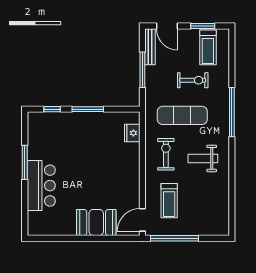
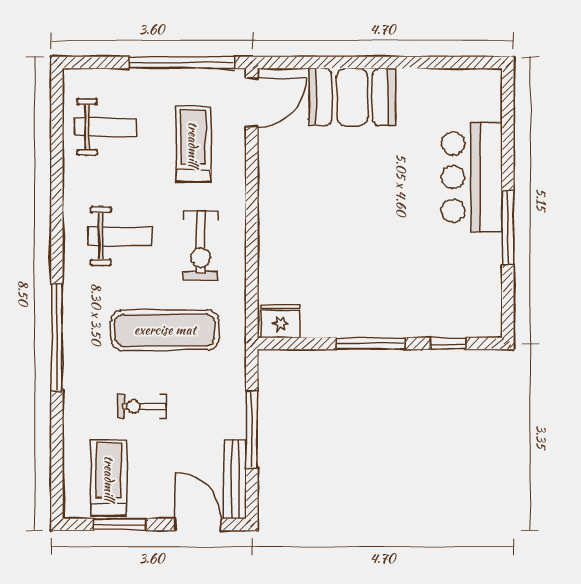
exercise bike: (193, 80) -> (142, 406), width x0.73, depth x0.72
fridge: (132, 133) -> (280, 321), moved, turned -90
weight bench: (210, 209) -> (106, 127), added

